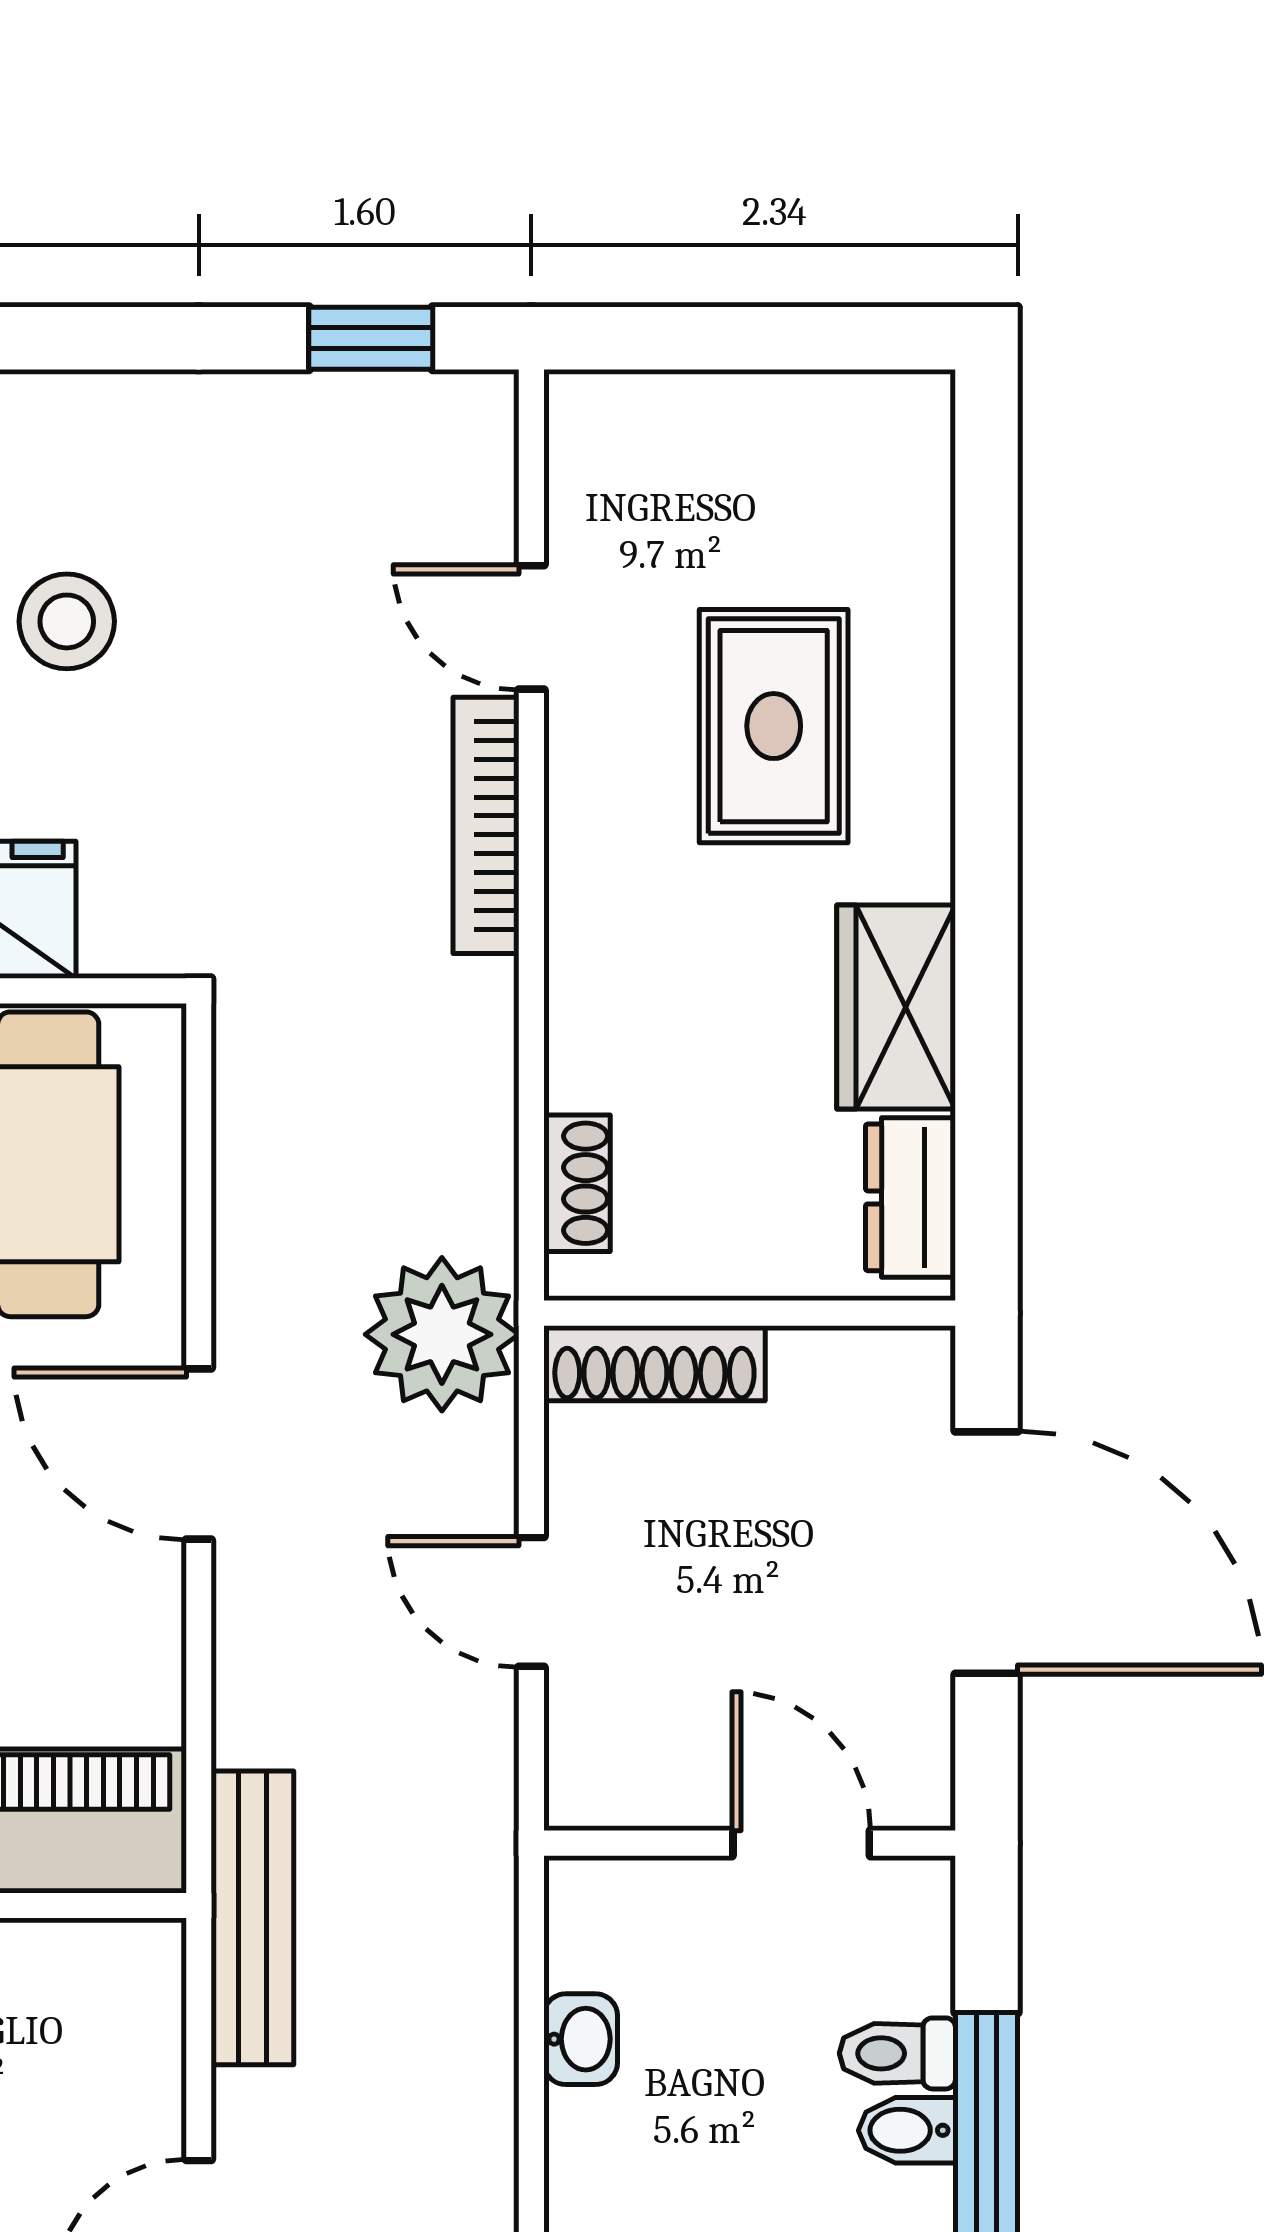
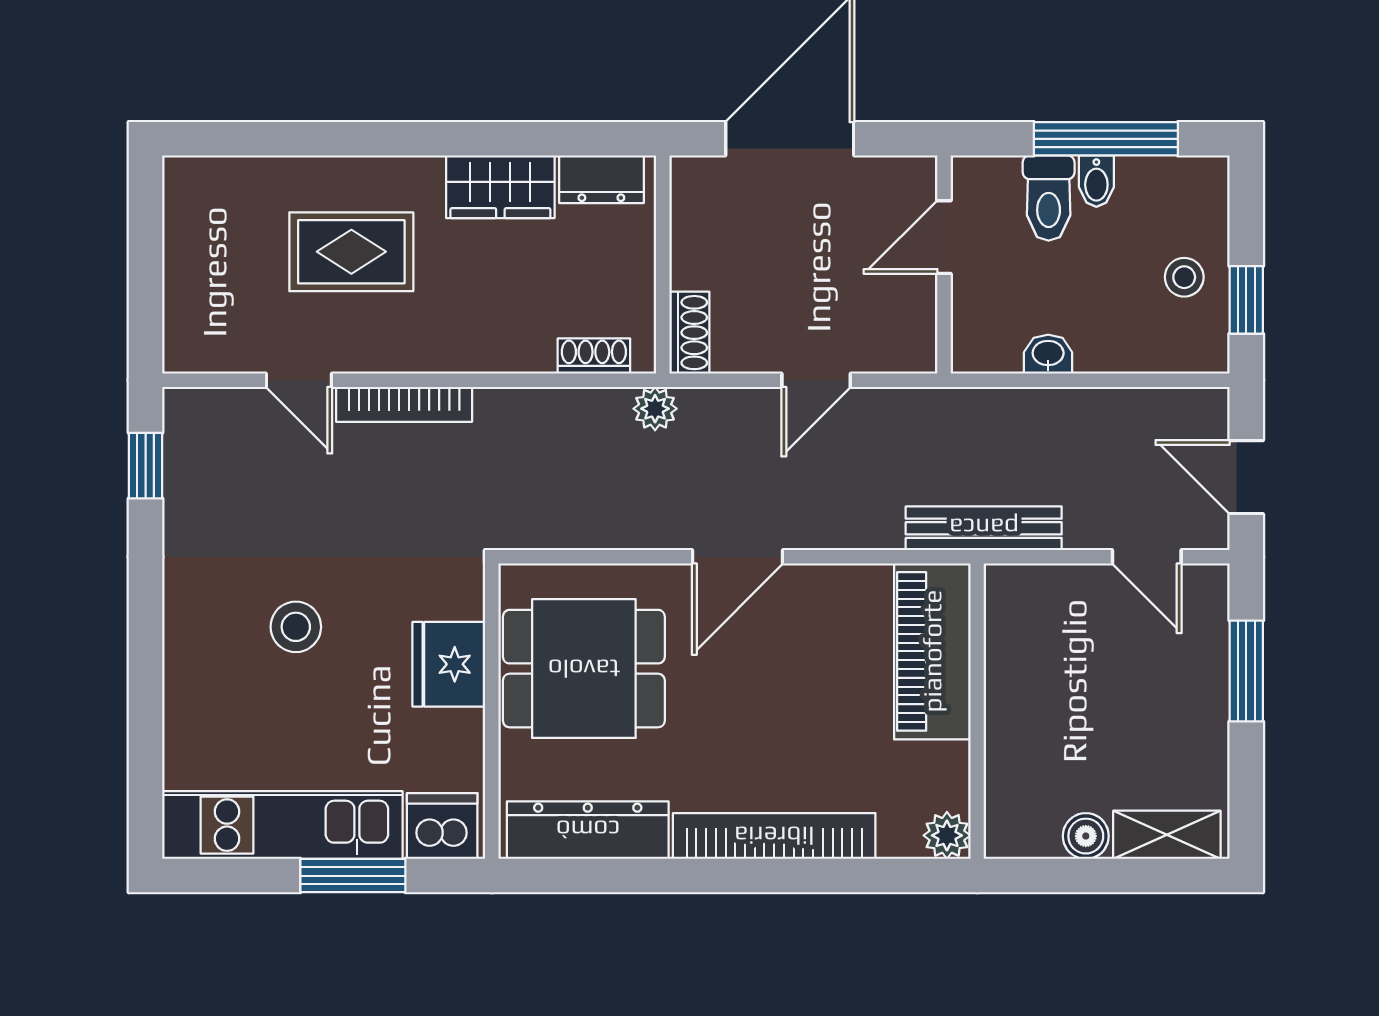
door: (531, 627) -> (299, 380), hinge flipped
plant: (442, 1334) -> (655, 409), width x0.53, depth x0.53
shoe rack: (654, 1363) -> (689, 333), width x0.70
toilet: (897, 2053) -> (1049, 198), width x1.37, depth x1.39

